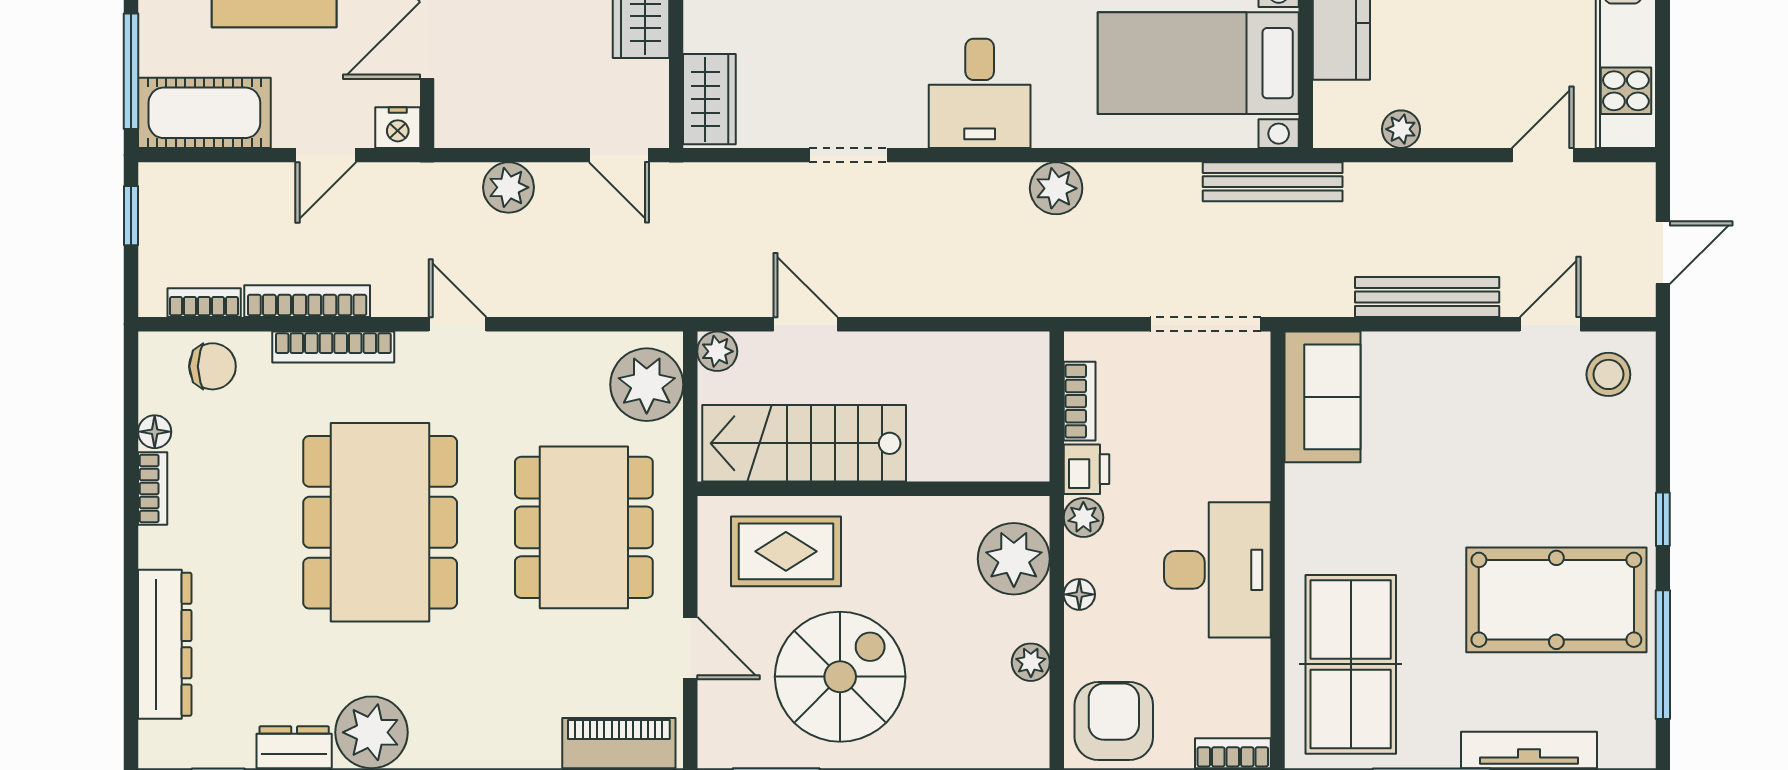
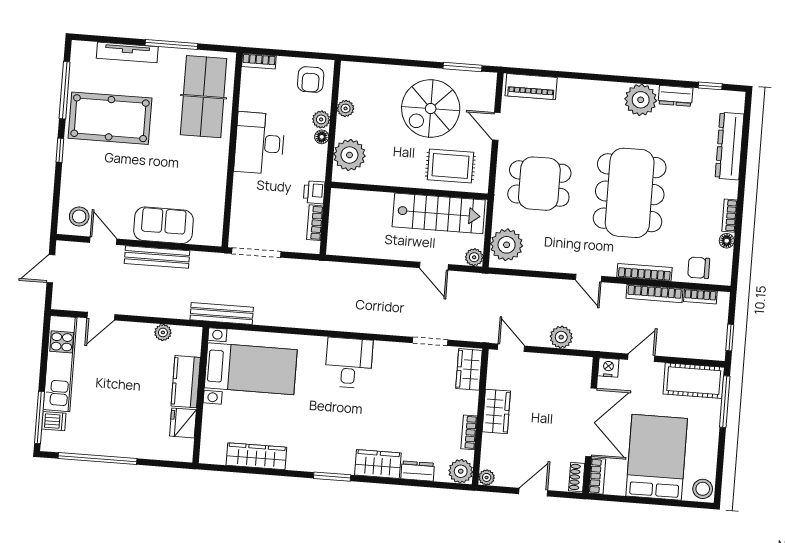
doorway: (848, 155) -> (430, 341), moved
plant: (1056, 188) -> (318, 318), removed
door: (1550, 324) -> (103, 241), swing flipped
sofa: (1323, 397) -> (163, 225), moved, turned 90
plant: (1083, 517) -> (321, 119), moved
dining table: (584, 527) -> (539, 184), width x0.73
armchair: (1114, 721) -> (311, 80), width x0.72, depth x0.72

